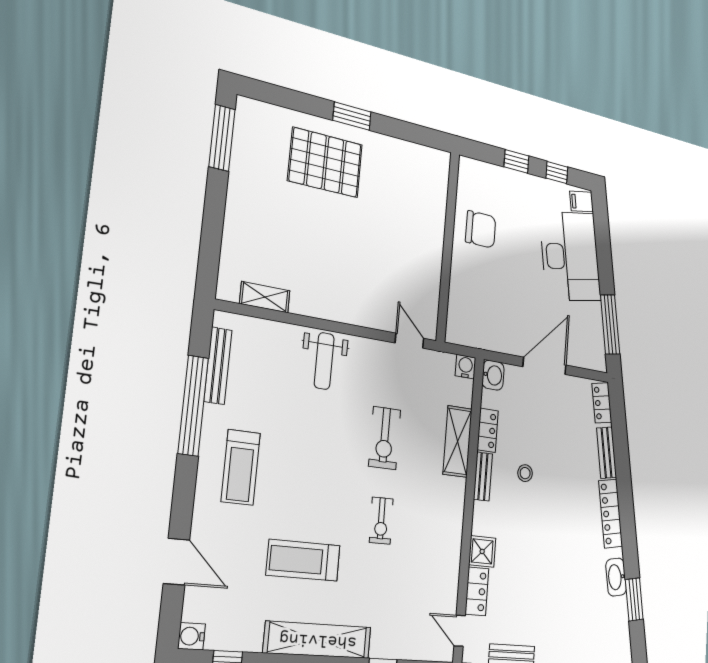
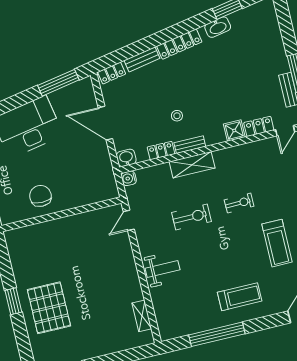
bench: (218, 366) -> (190, 329), removed
shelving: (458, 441) -> (192, 165), moved

